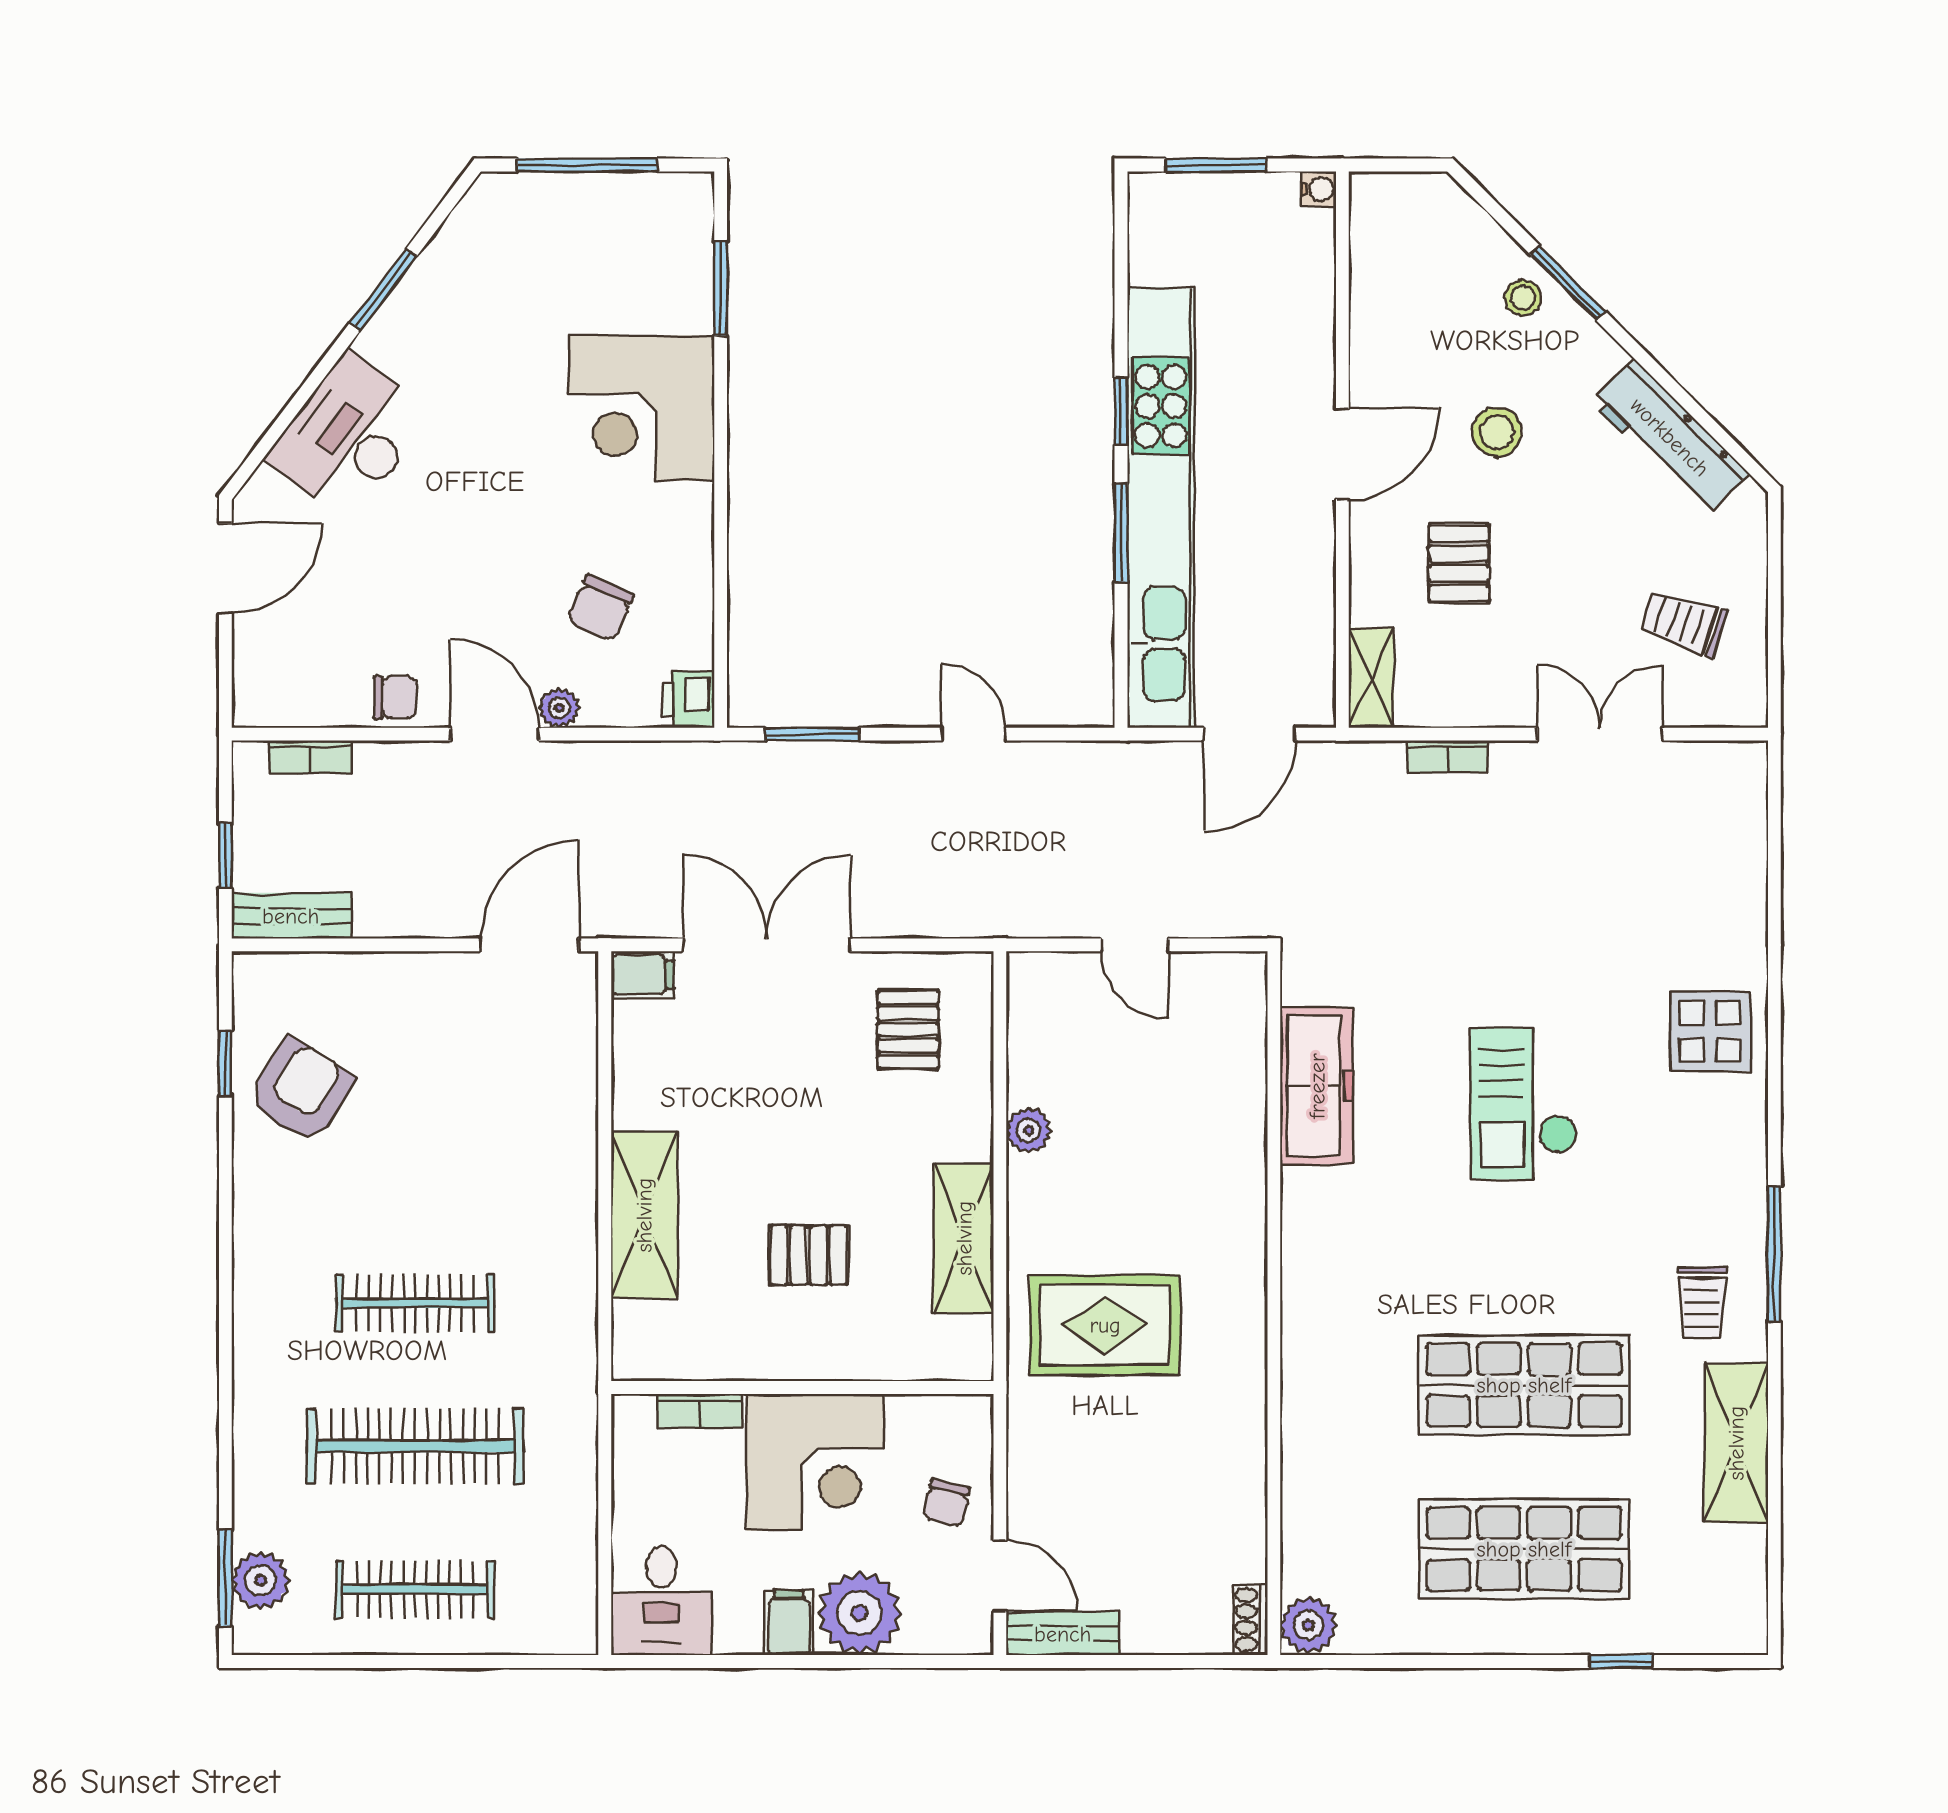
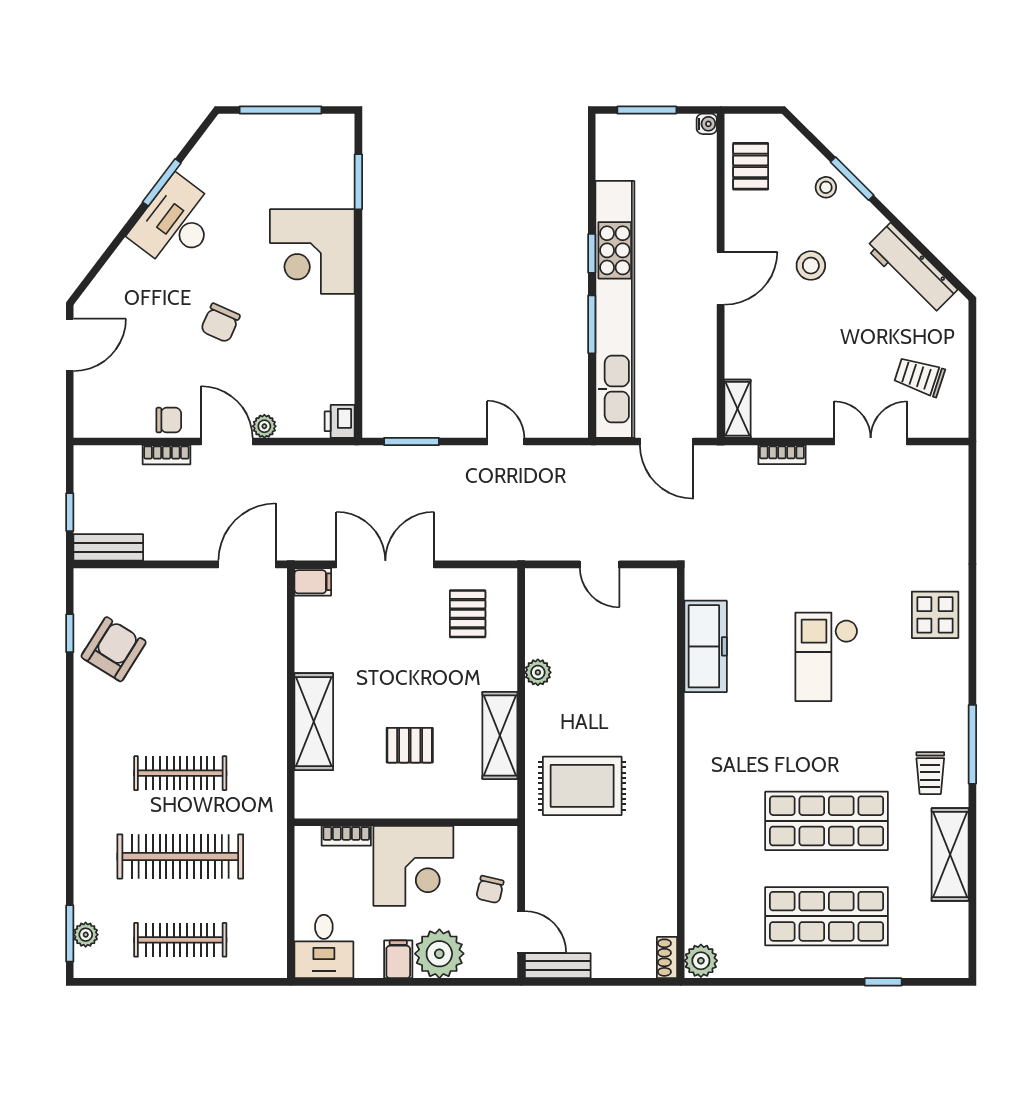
desk: (349, 437) -> (176, 223), moved
pallet: (1459, 563) -> (751, 166), moved
chair: (600, 608) -> (220, 323), moved
door: (1250, 734) -> (667, 442), hinge flipped
bookcase: (311, 757) -> (166, 455), moved
plant: (261, 1580) -> (86, 935), width x0.73, depth x0.73

